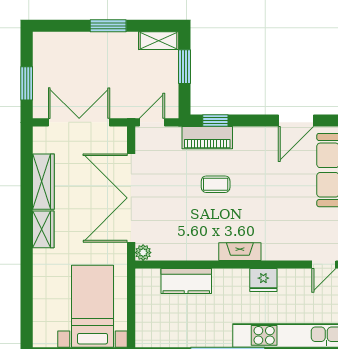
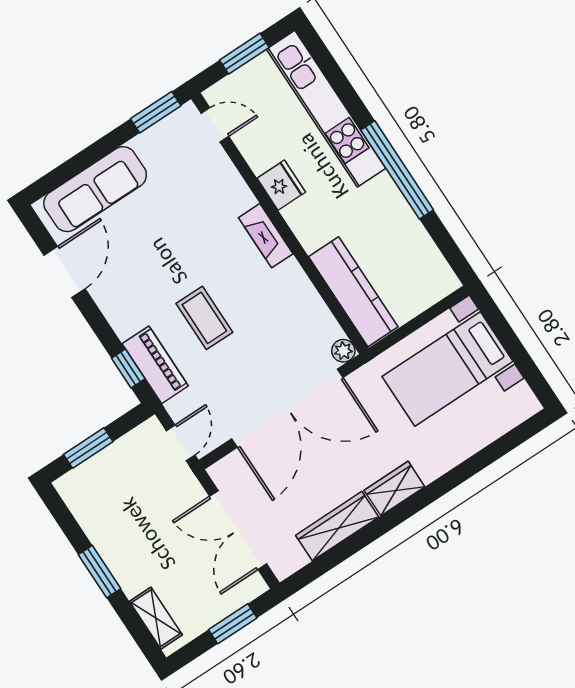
shelving: (159, 41) -> (156, 618), moved
door: (296, 120) -> (65, 272), hinge flipped
door: (152, 122) -> (181, 443), swing flipped
coffee table: (216, 184) -> (204, 318), width x1.36, depth x1.30
kitchen counter: (186, 281) -> (353, 292), width x1.50

